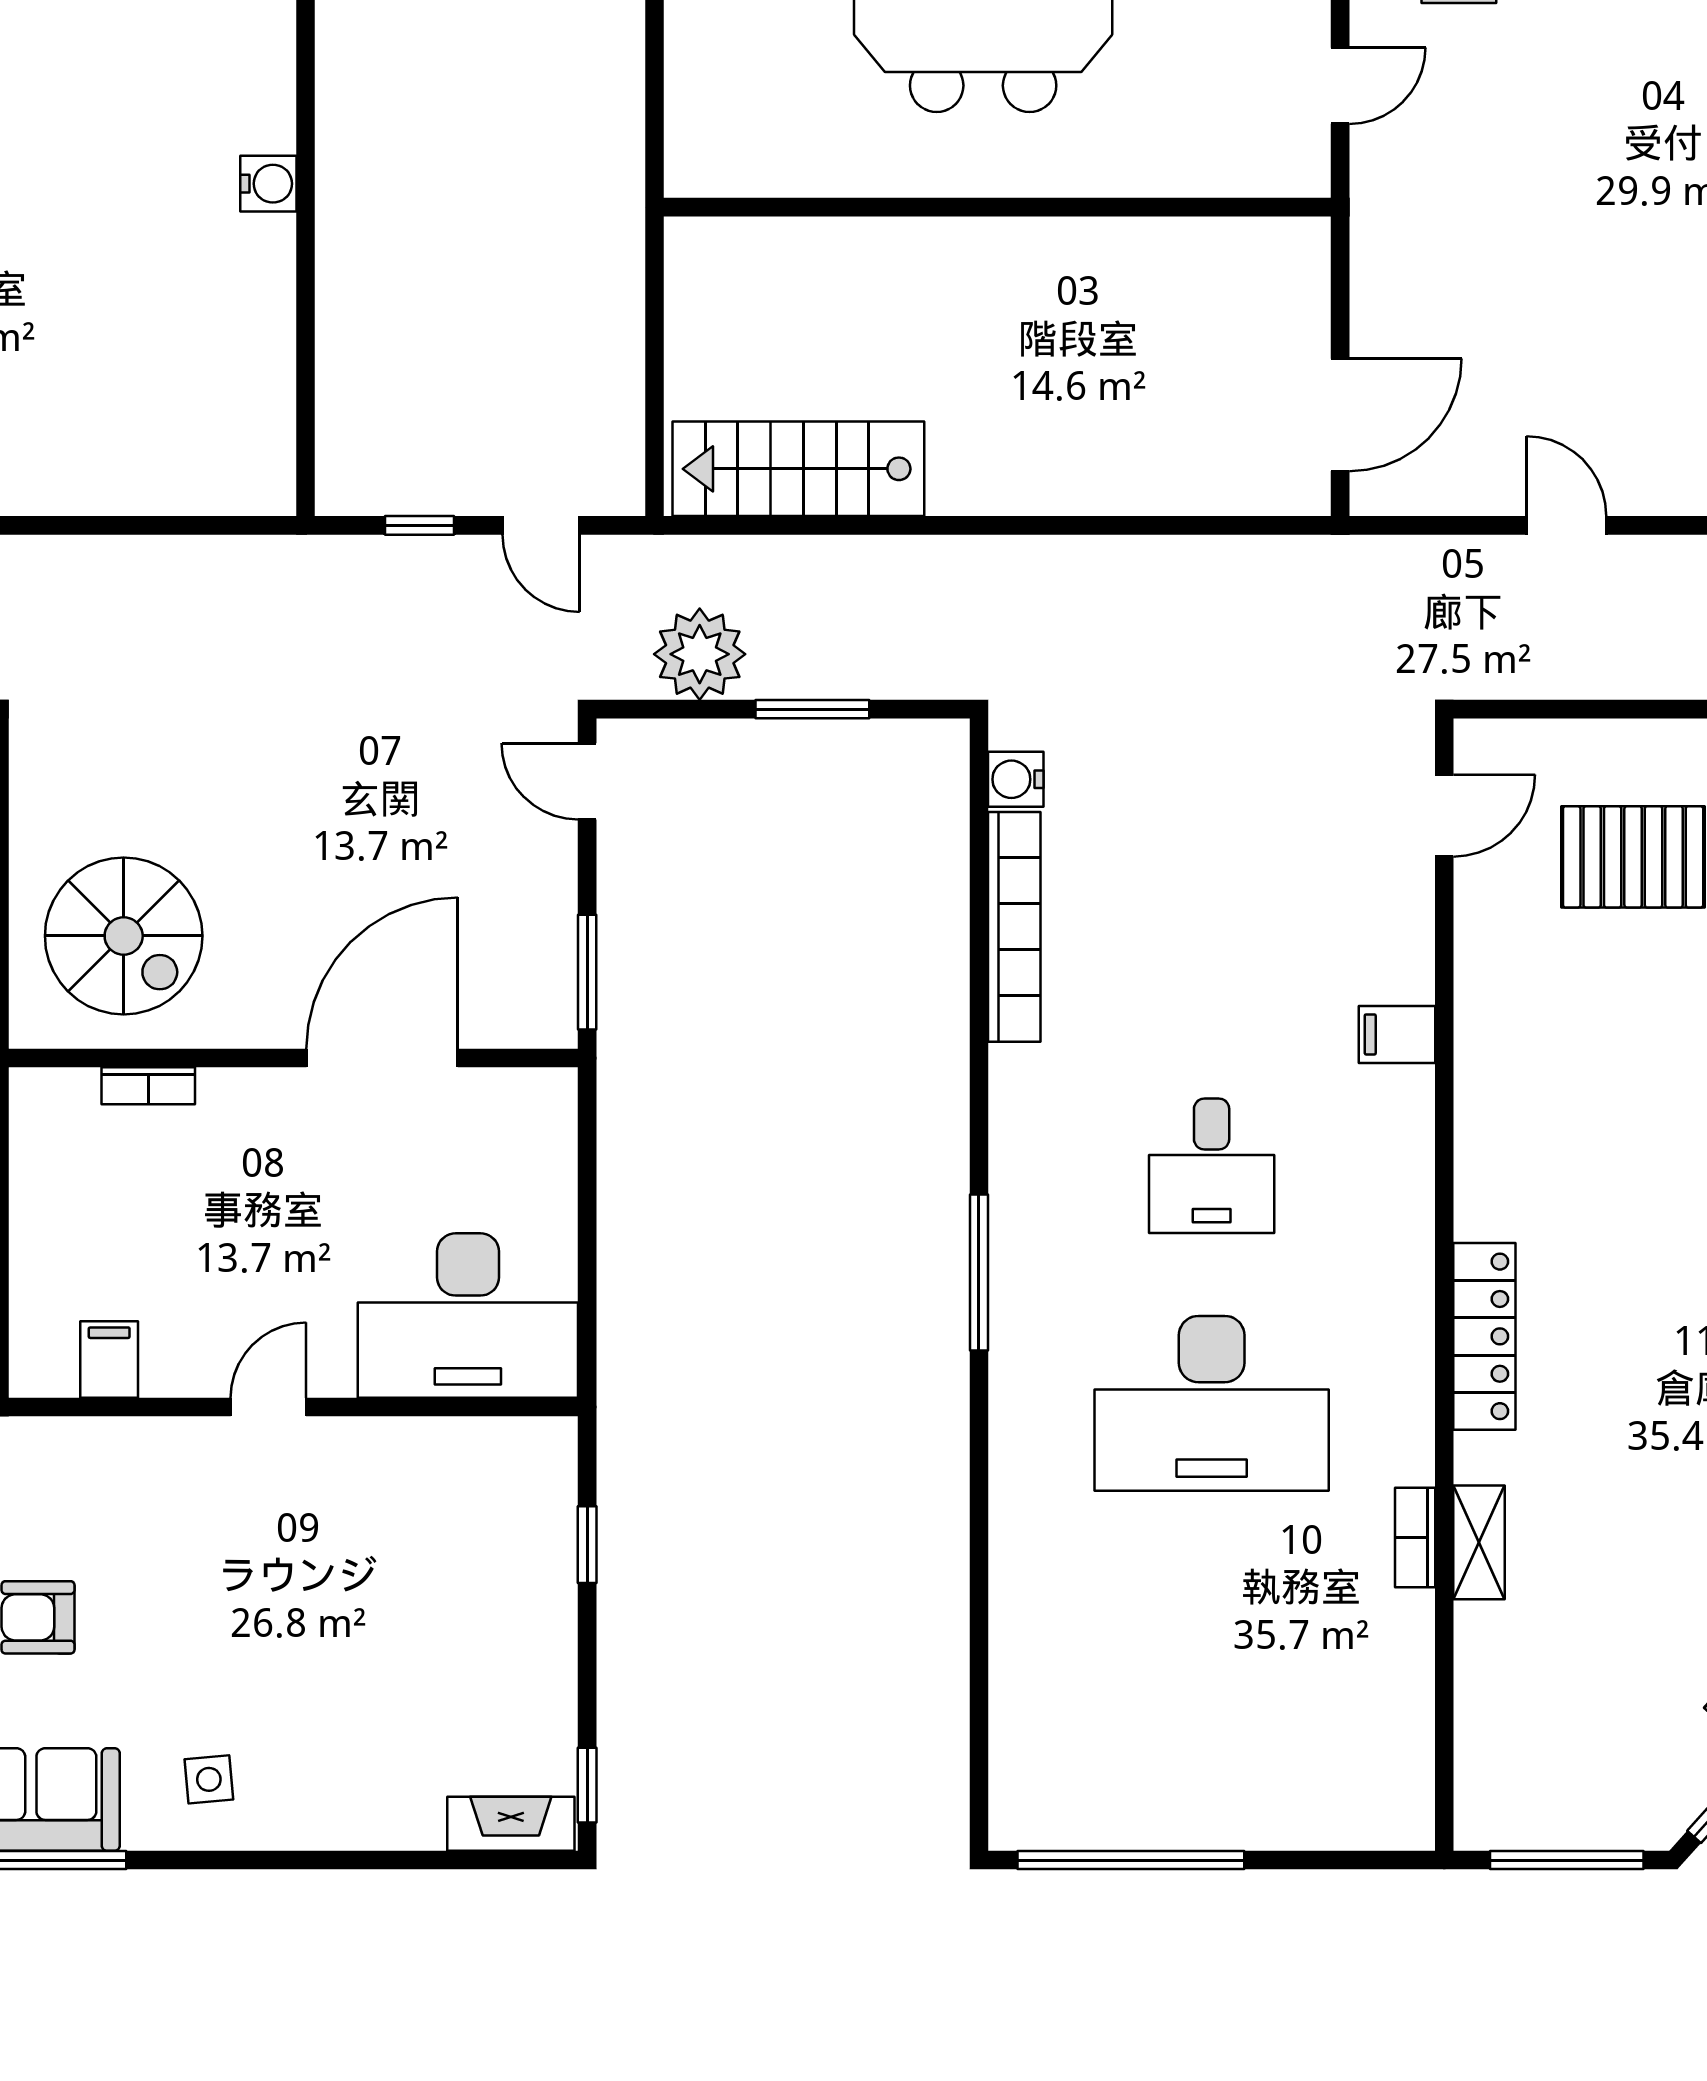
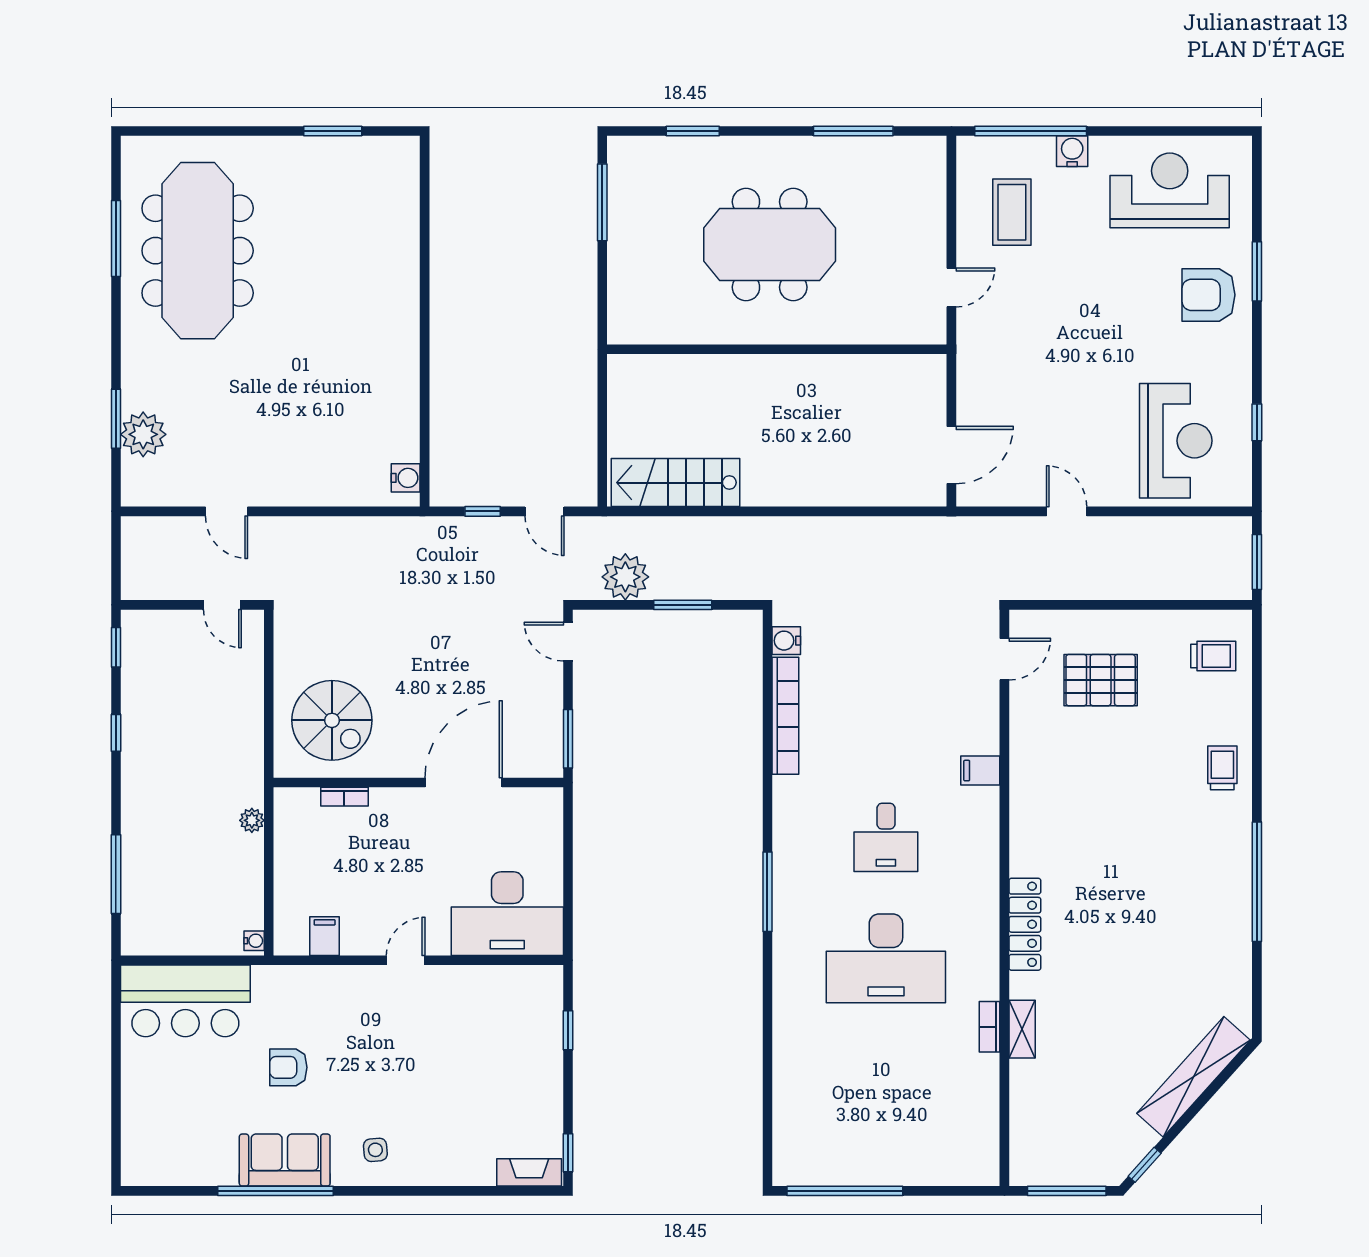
water cooler: (268, 184) -> (406, 478), moved

